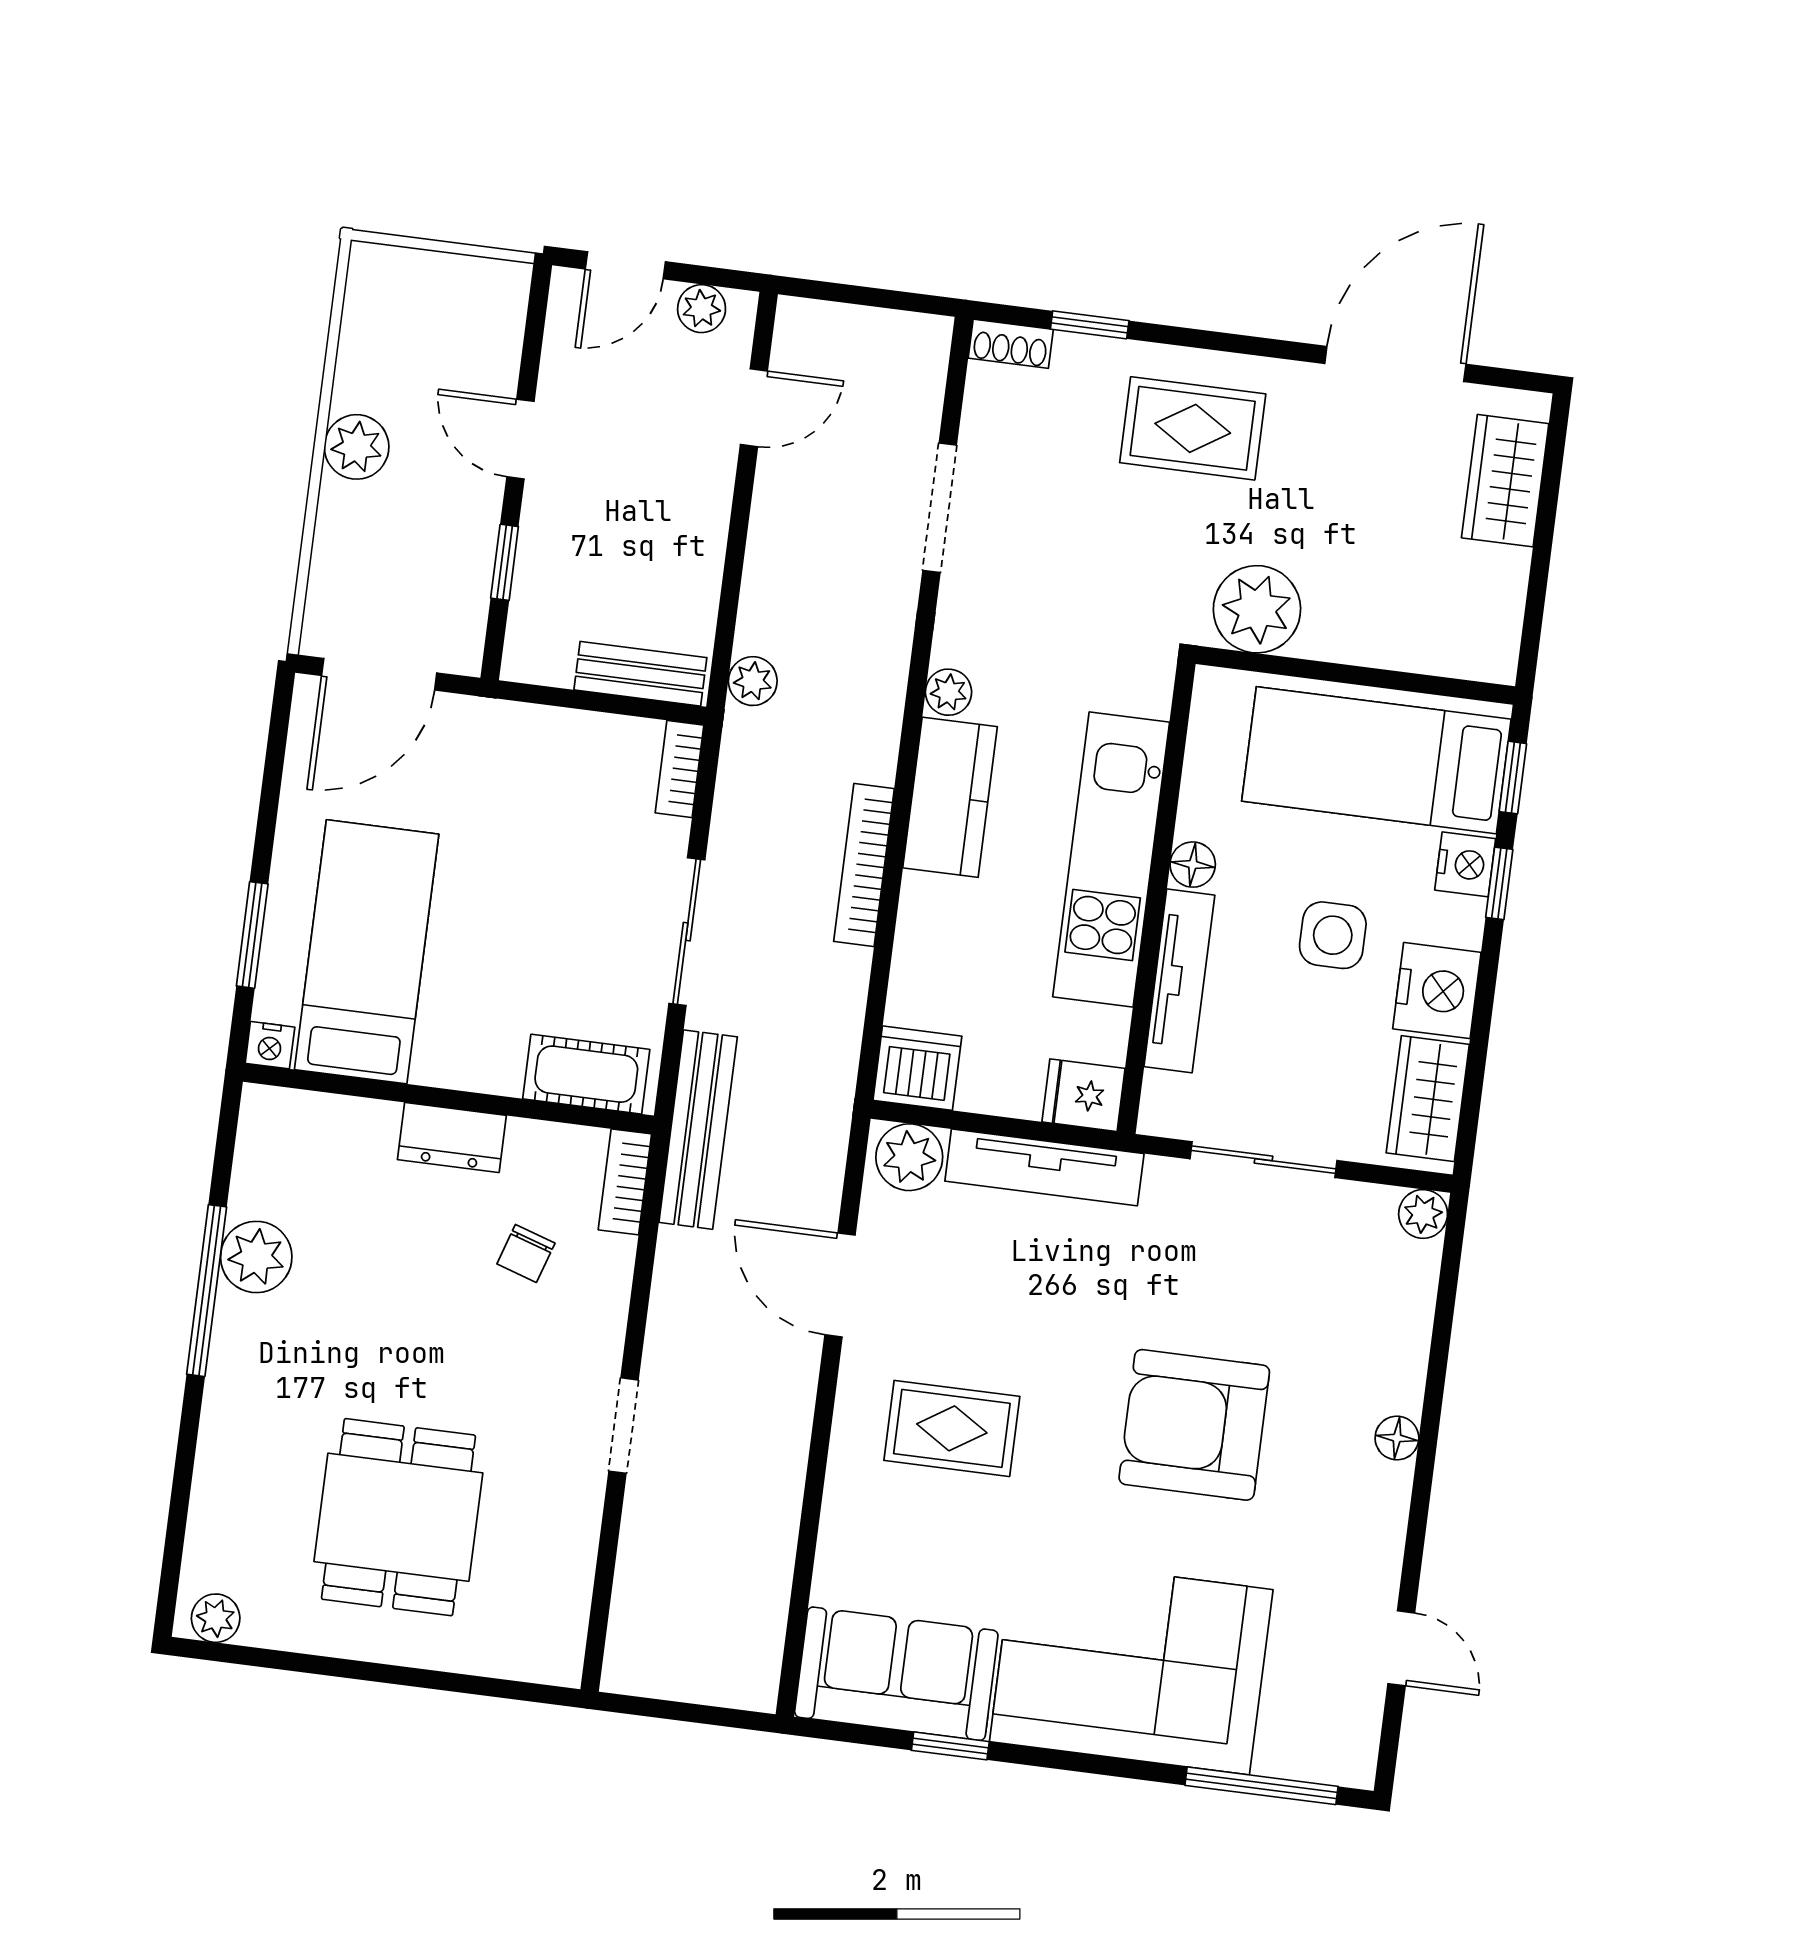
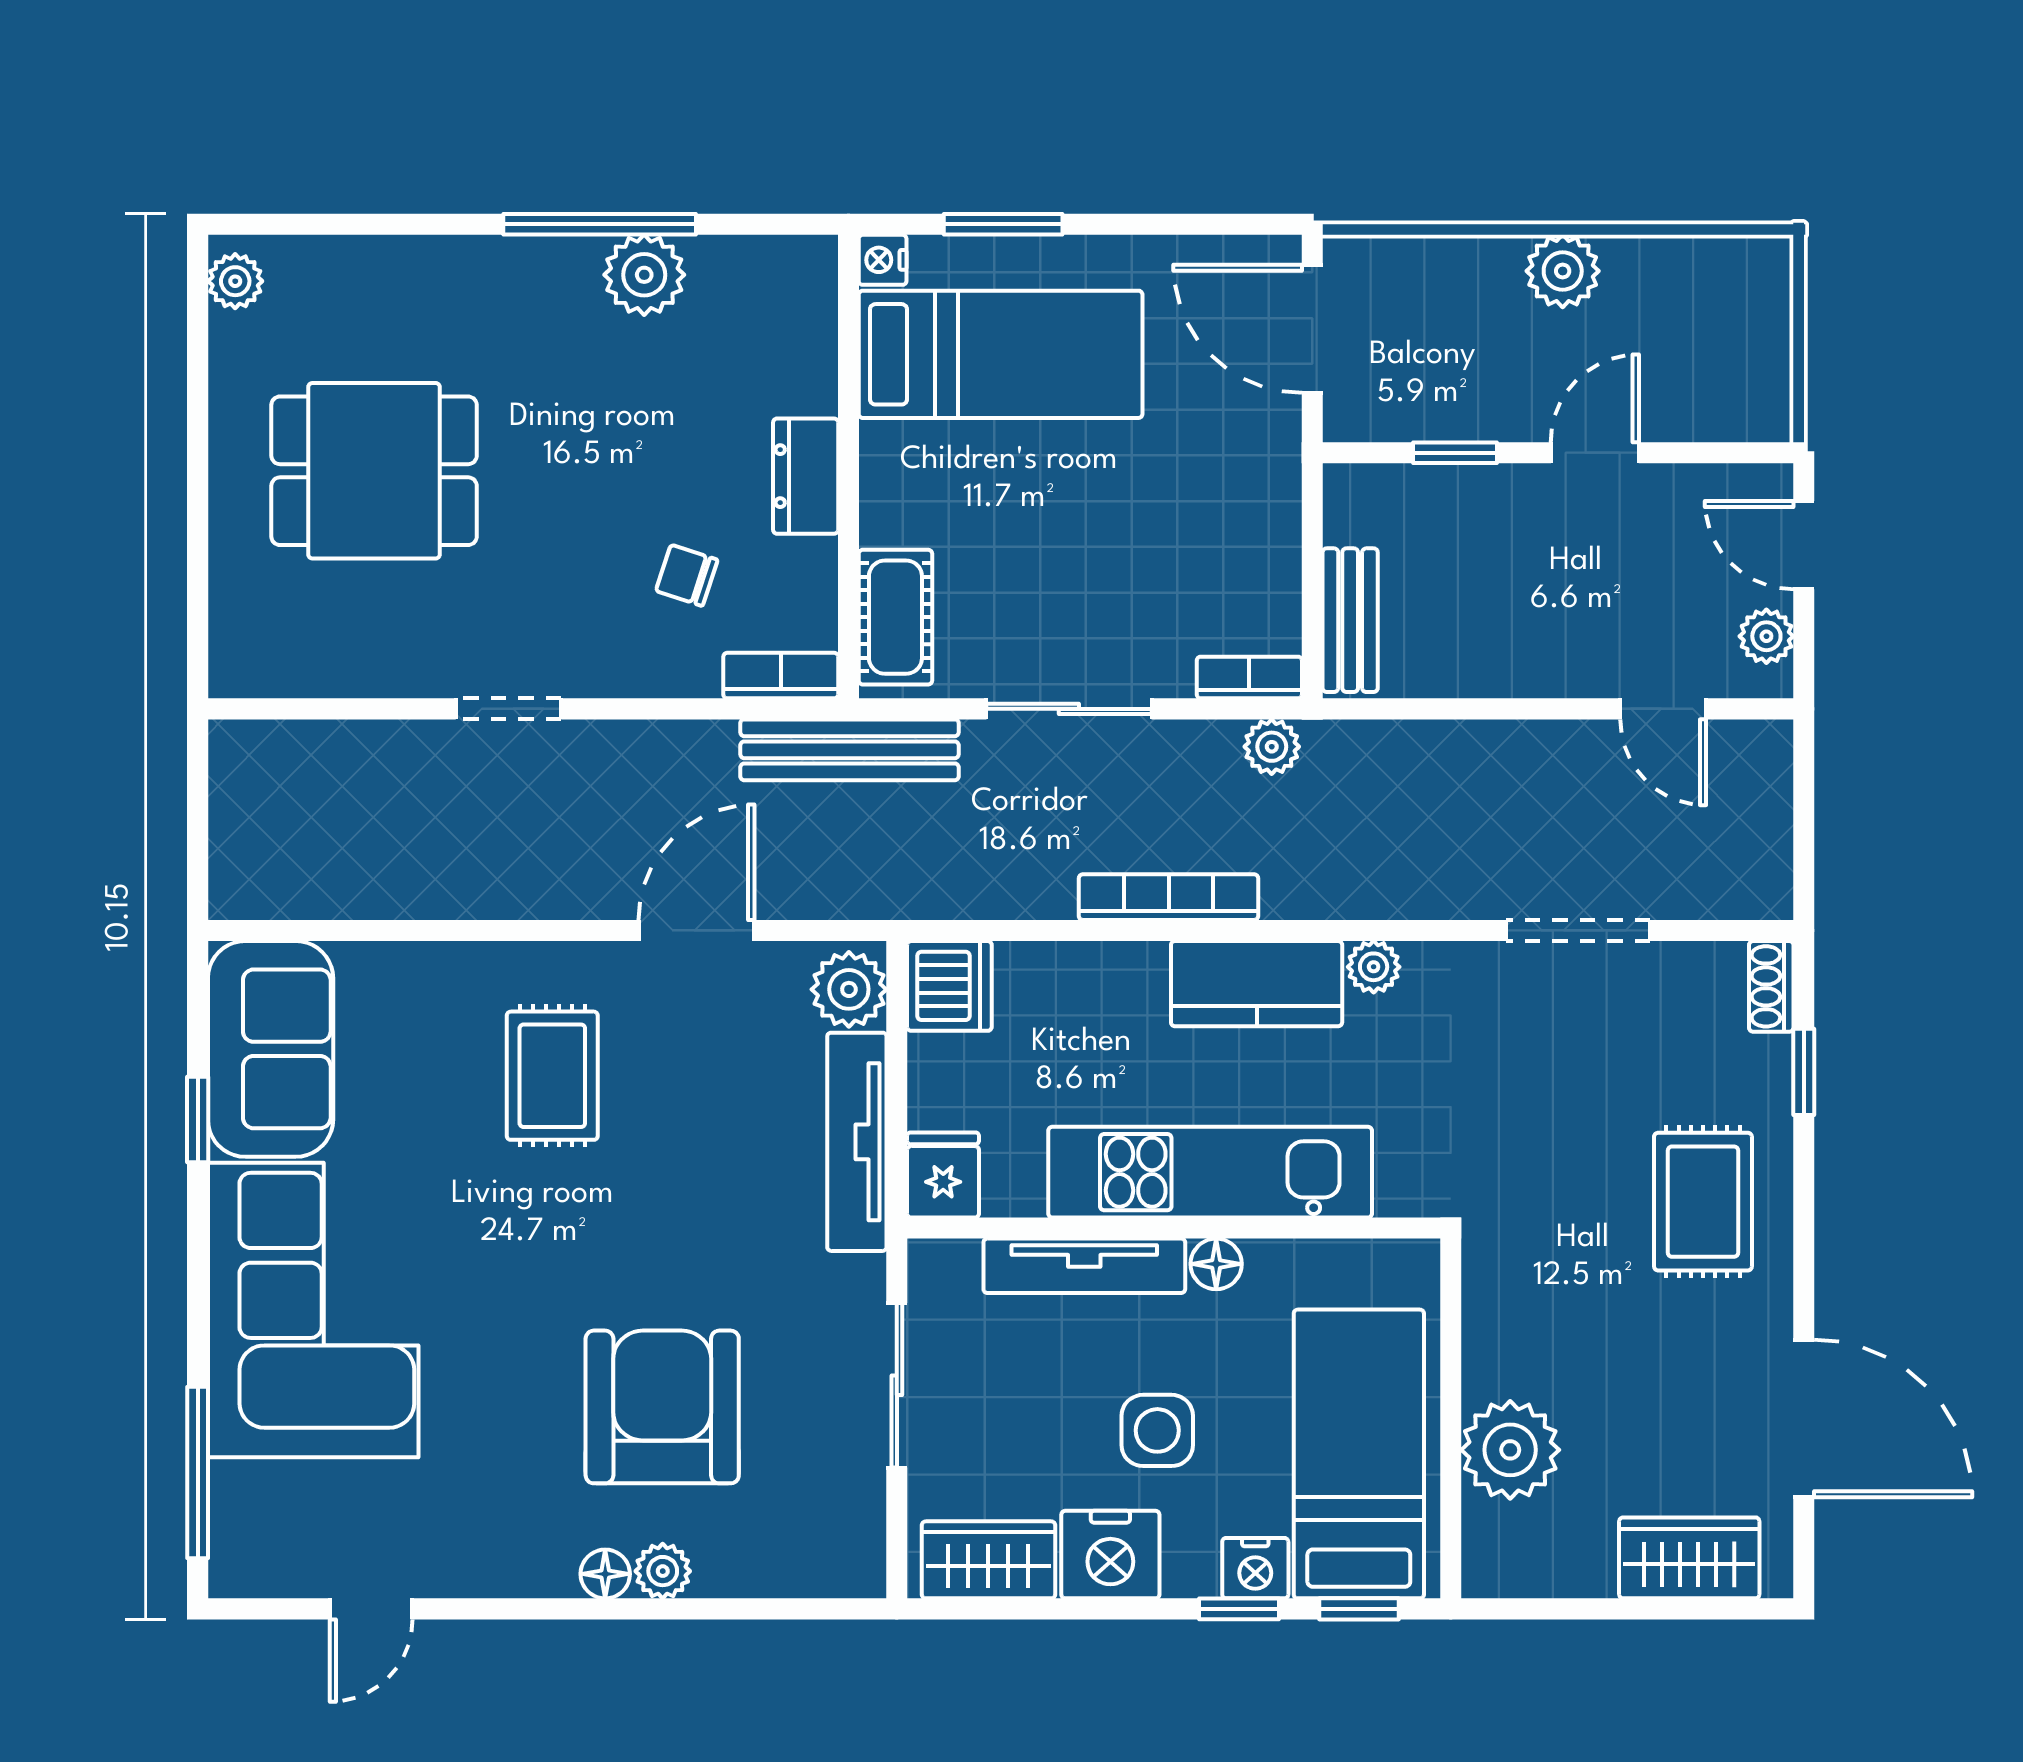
plant: (1257, 609) -> (1510, 1450), moved
plant: (753, 681) -> (1272, 747), moved
plant: (1423, 1214) -> (663, 1571), moved
armchair: (1194, 1425) -> (662, 1407), moved

